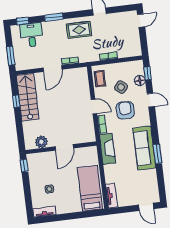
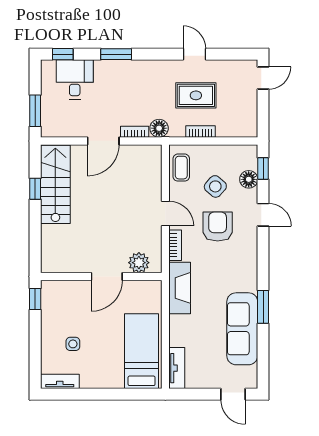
rug: (79, 30) -> (196, 95), moved
floor lamp: (84, 57) -> (159, 128), added
plant: (41, 142) -> (139, 263), moved
sofa: (144, 148) -> (242, 329), moved

